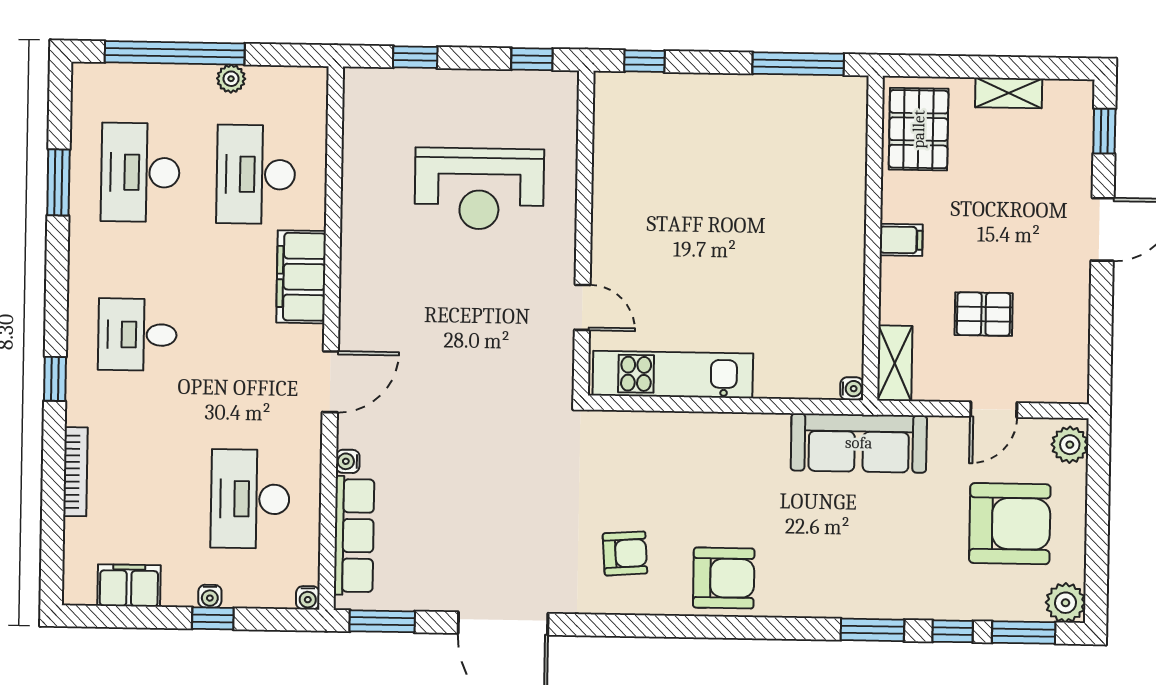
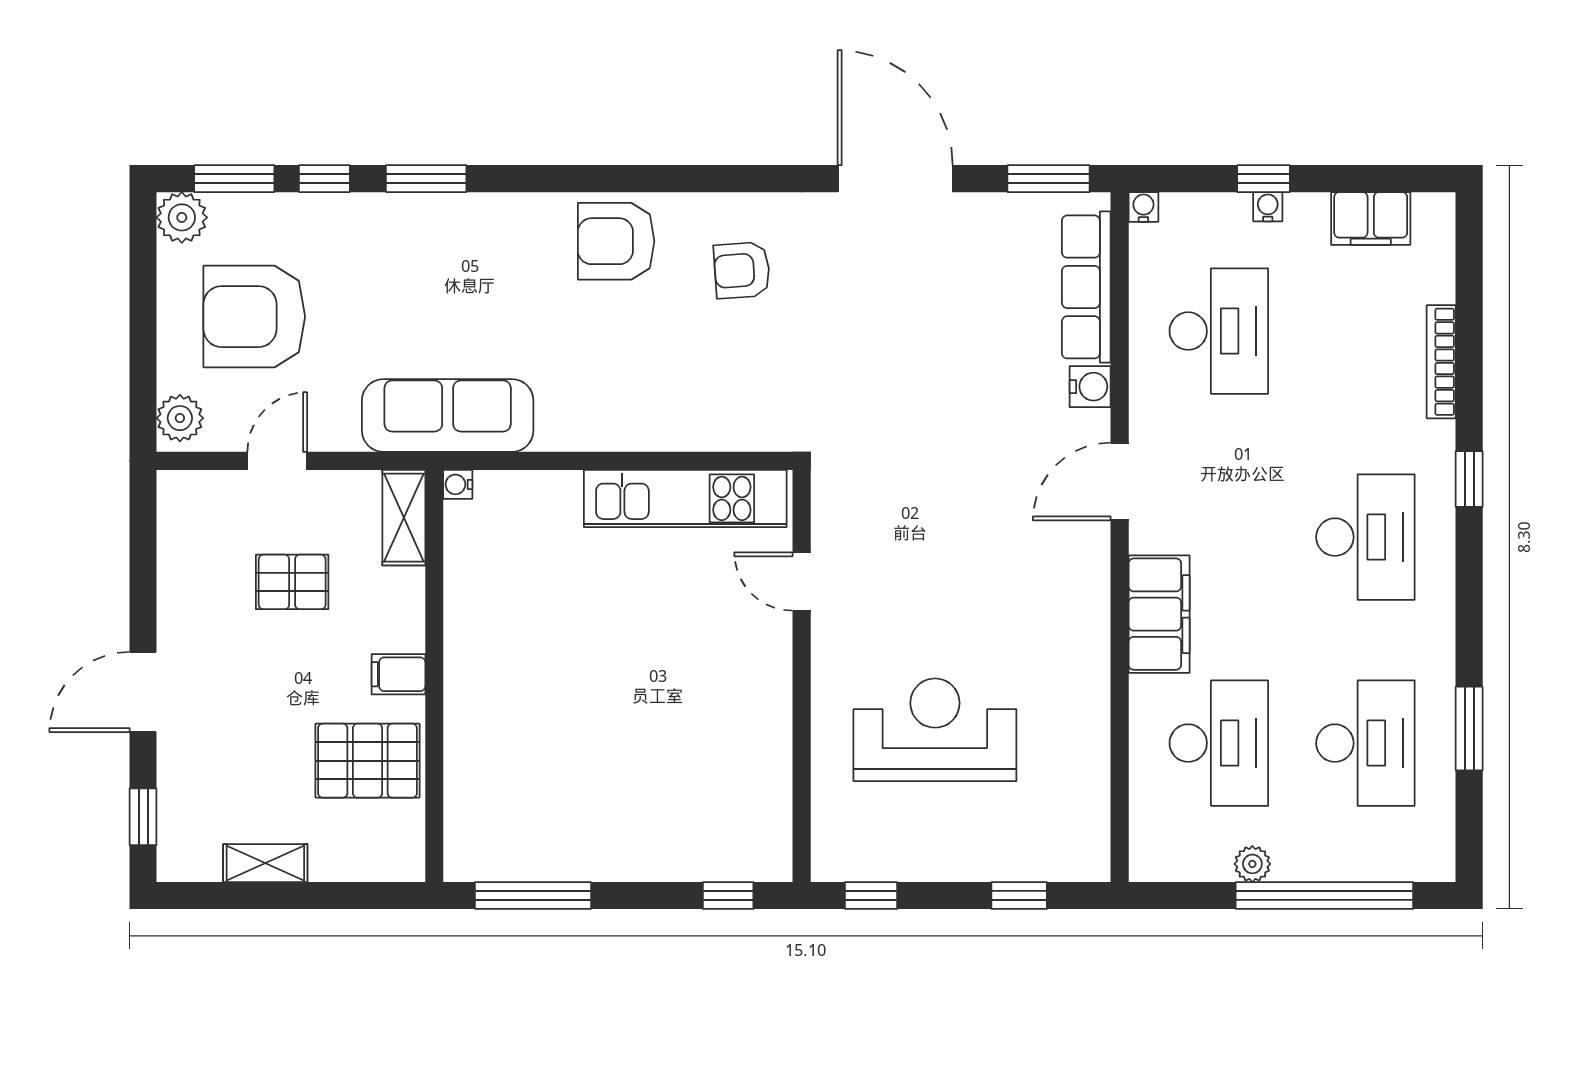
pallet: (919, 129) -> (368, 761), moved, turned 90
desk: (137, 335) -> (1365, 537), width x1.37
water cooler: (348, 461) -> (1090, 387), width x1.38, depth x1.38

